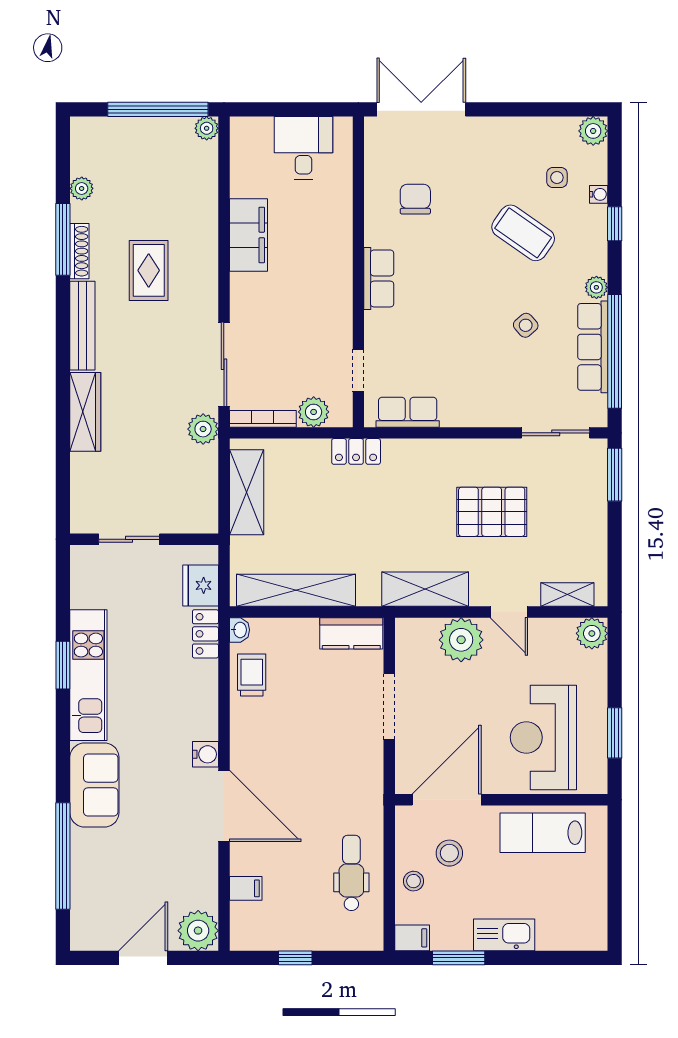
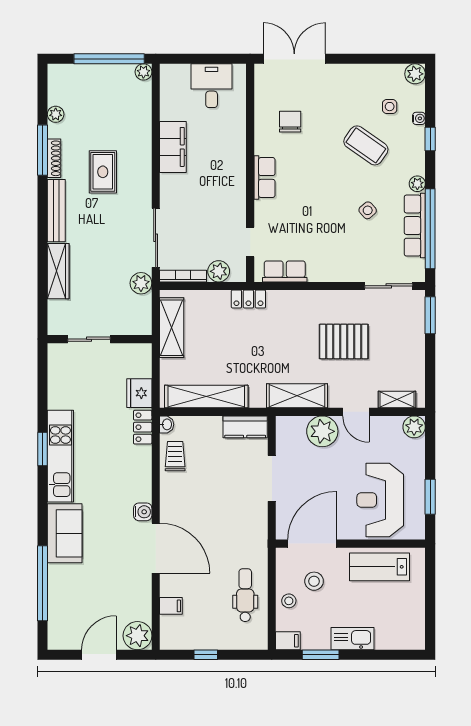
sliding door: (129, 539) -> (89, 339), moved
wall: (144, 539) -> (100, 339), moved

